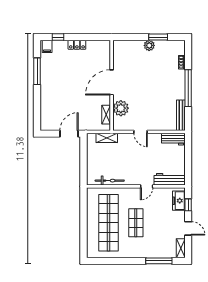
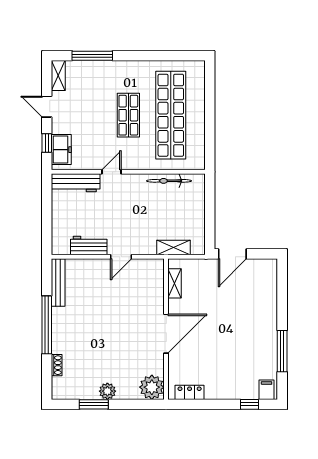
locker: (77, 45) -> (190, 392), moved
plant: (121, 108) -> (152, 387), moved
door: (140, 132) -> (121, 257), swing flipped
workbench: (173, 139) -> (89, 245), moved

